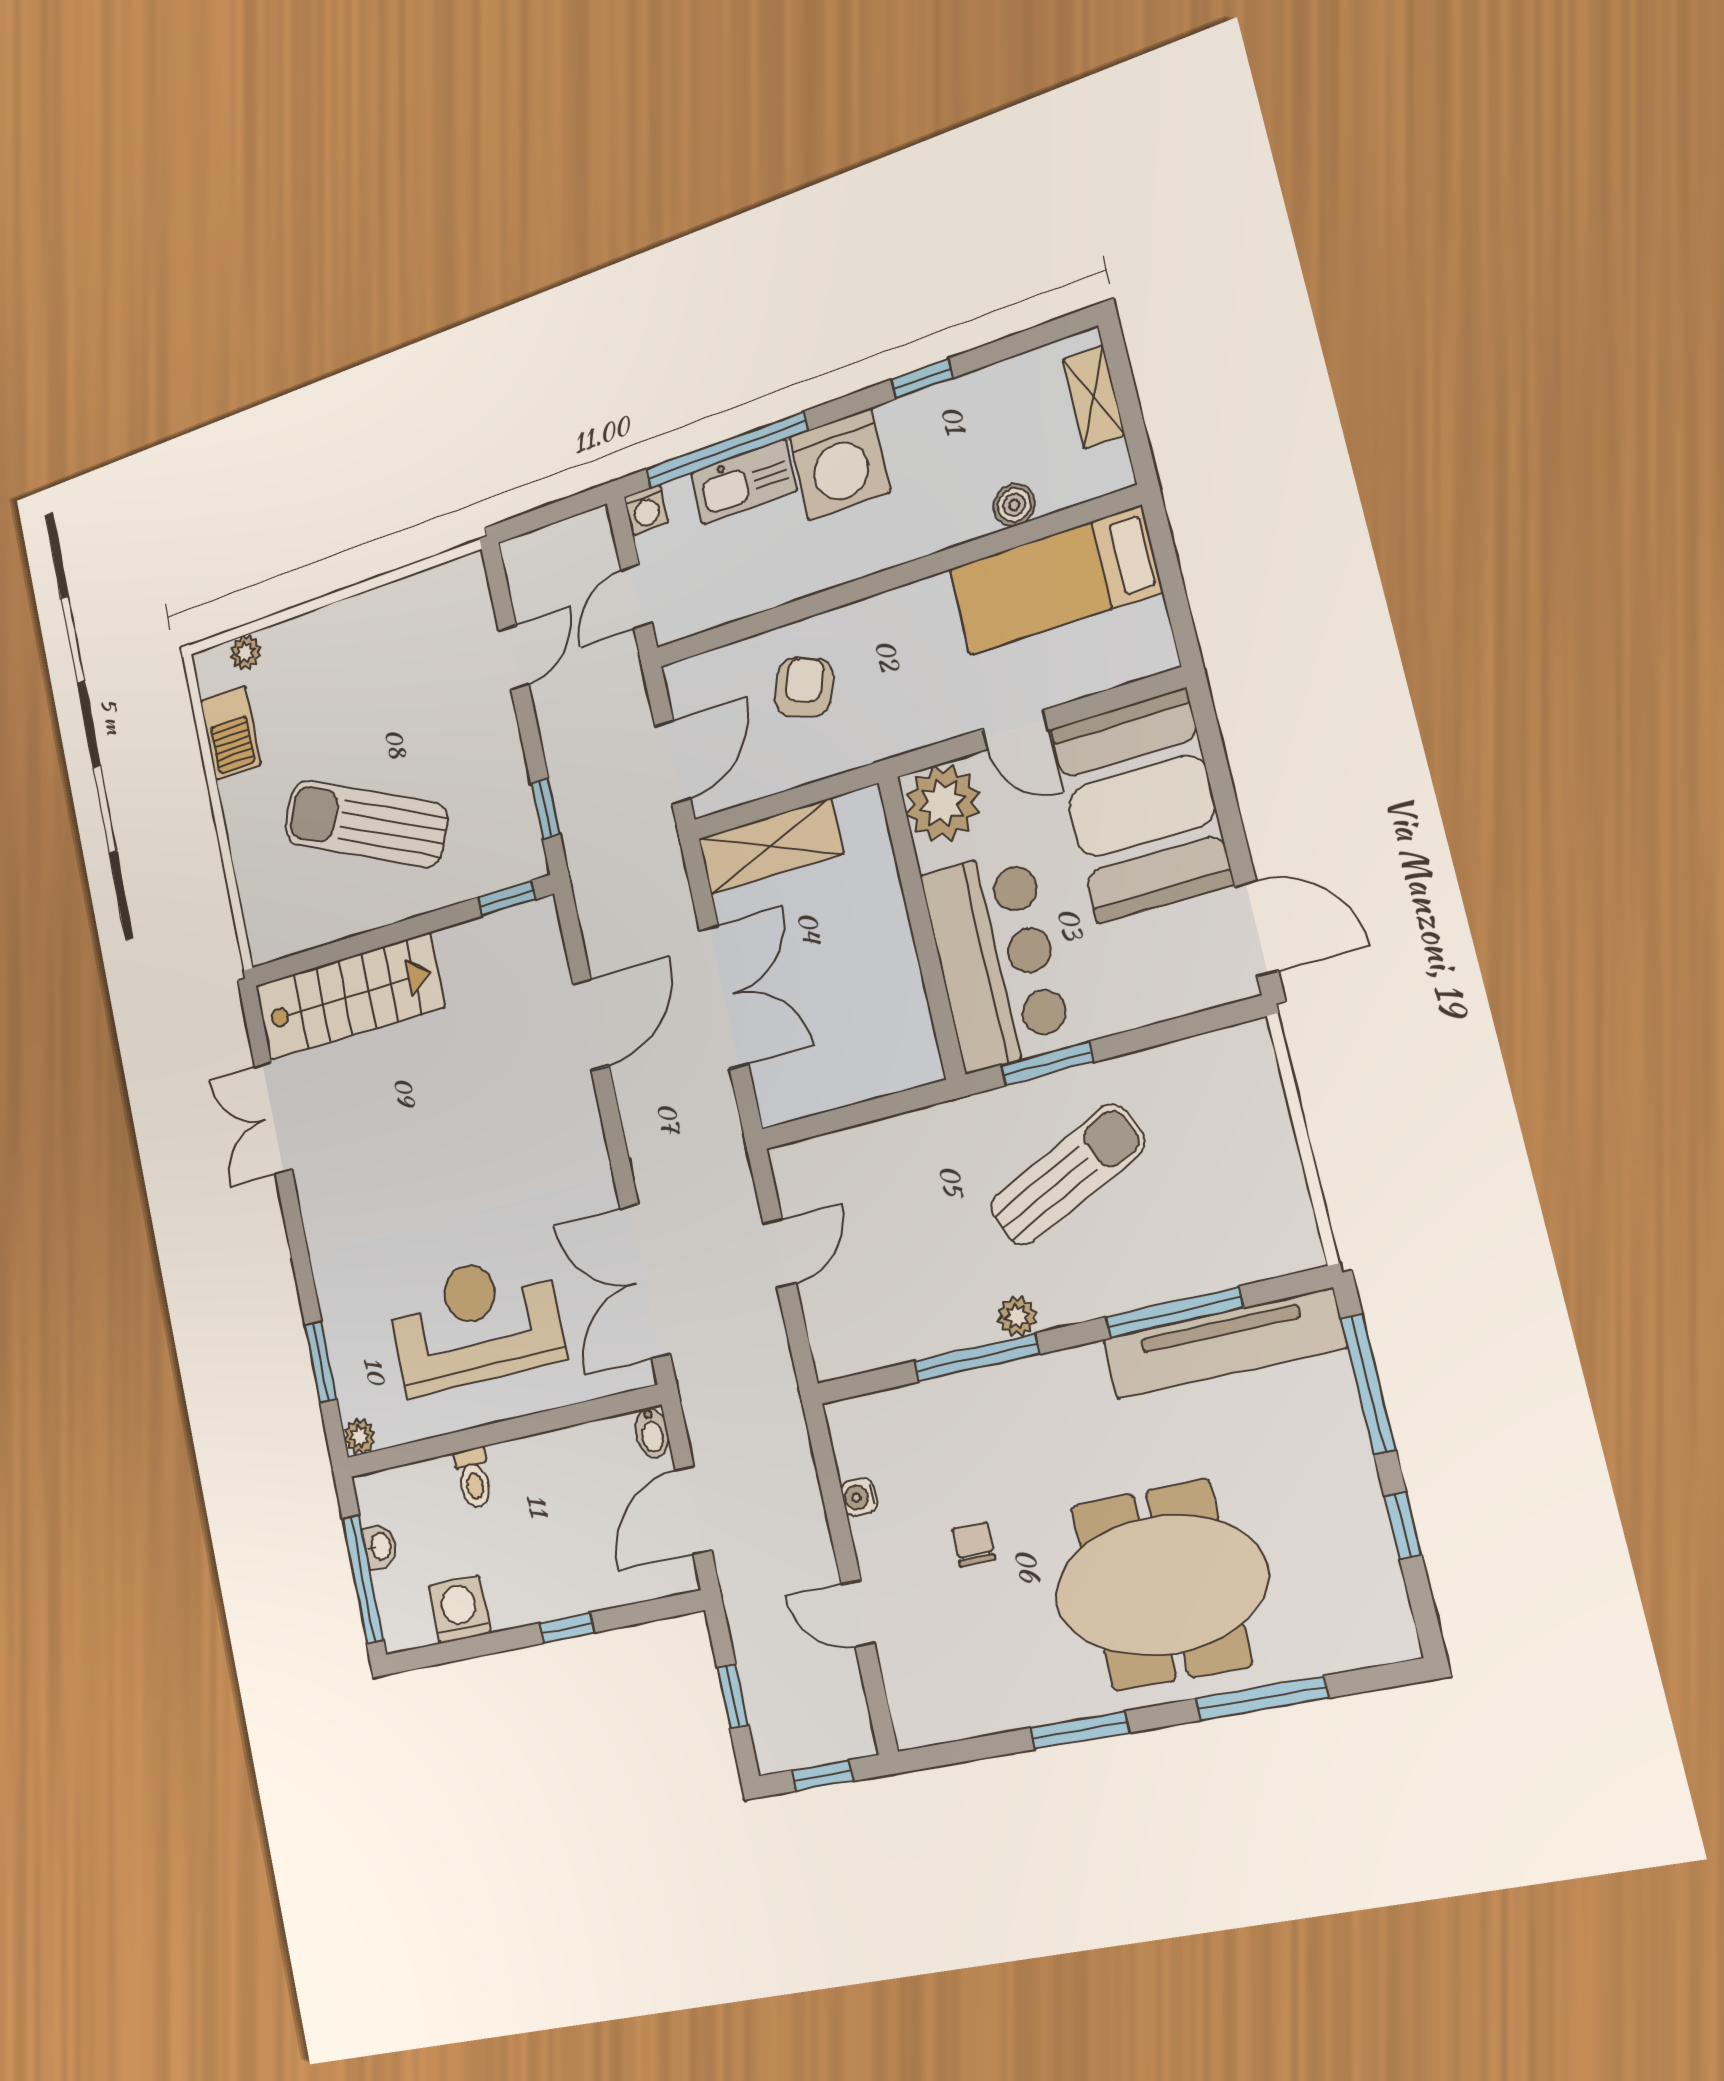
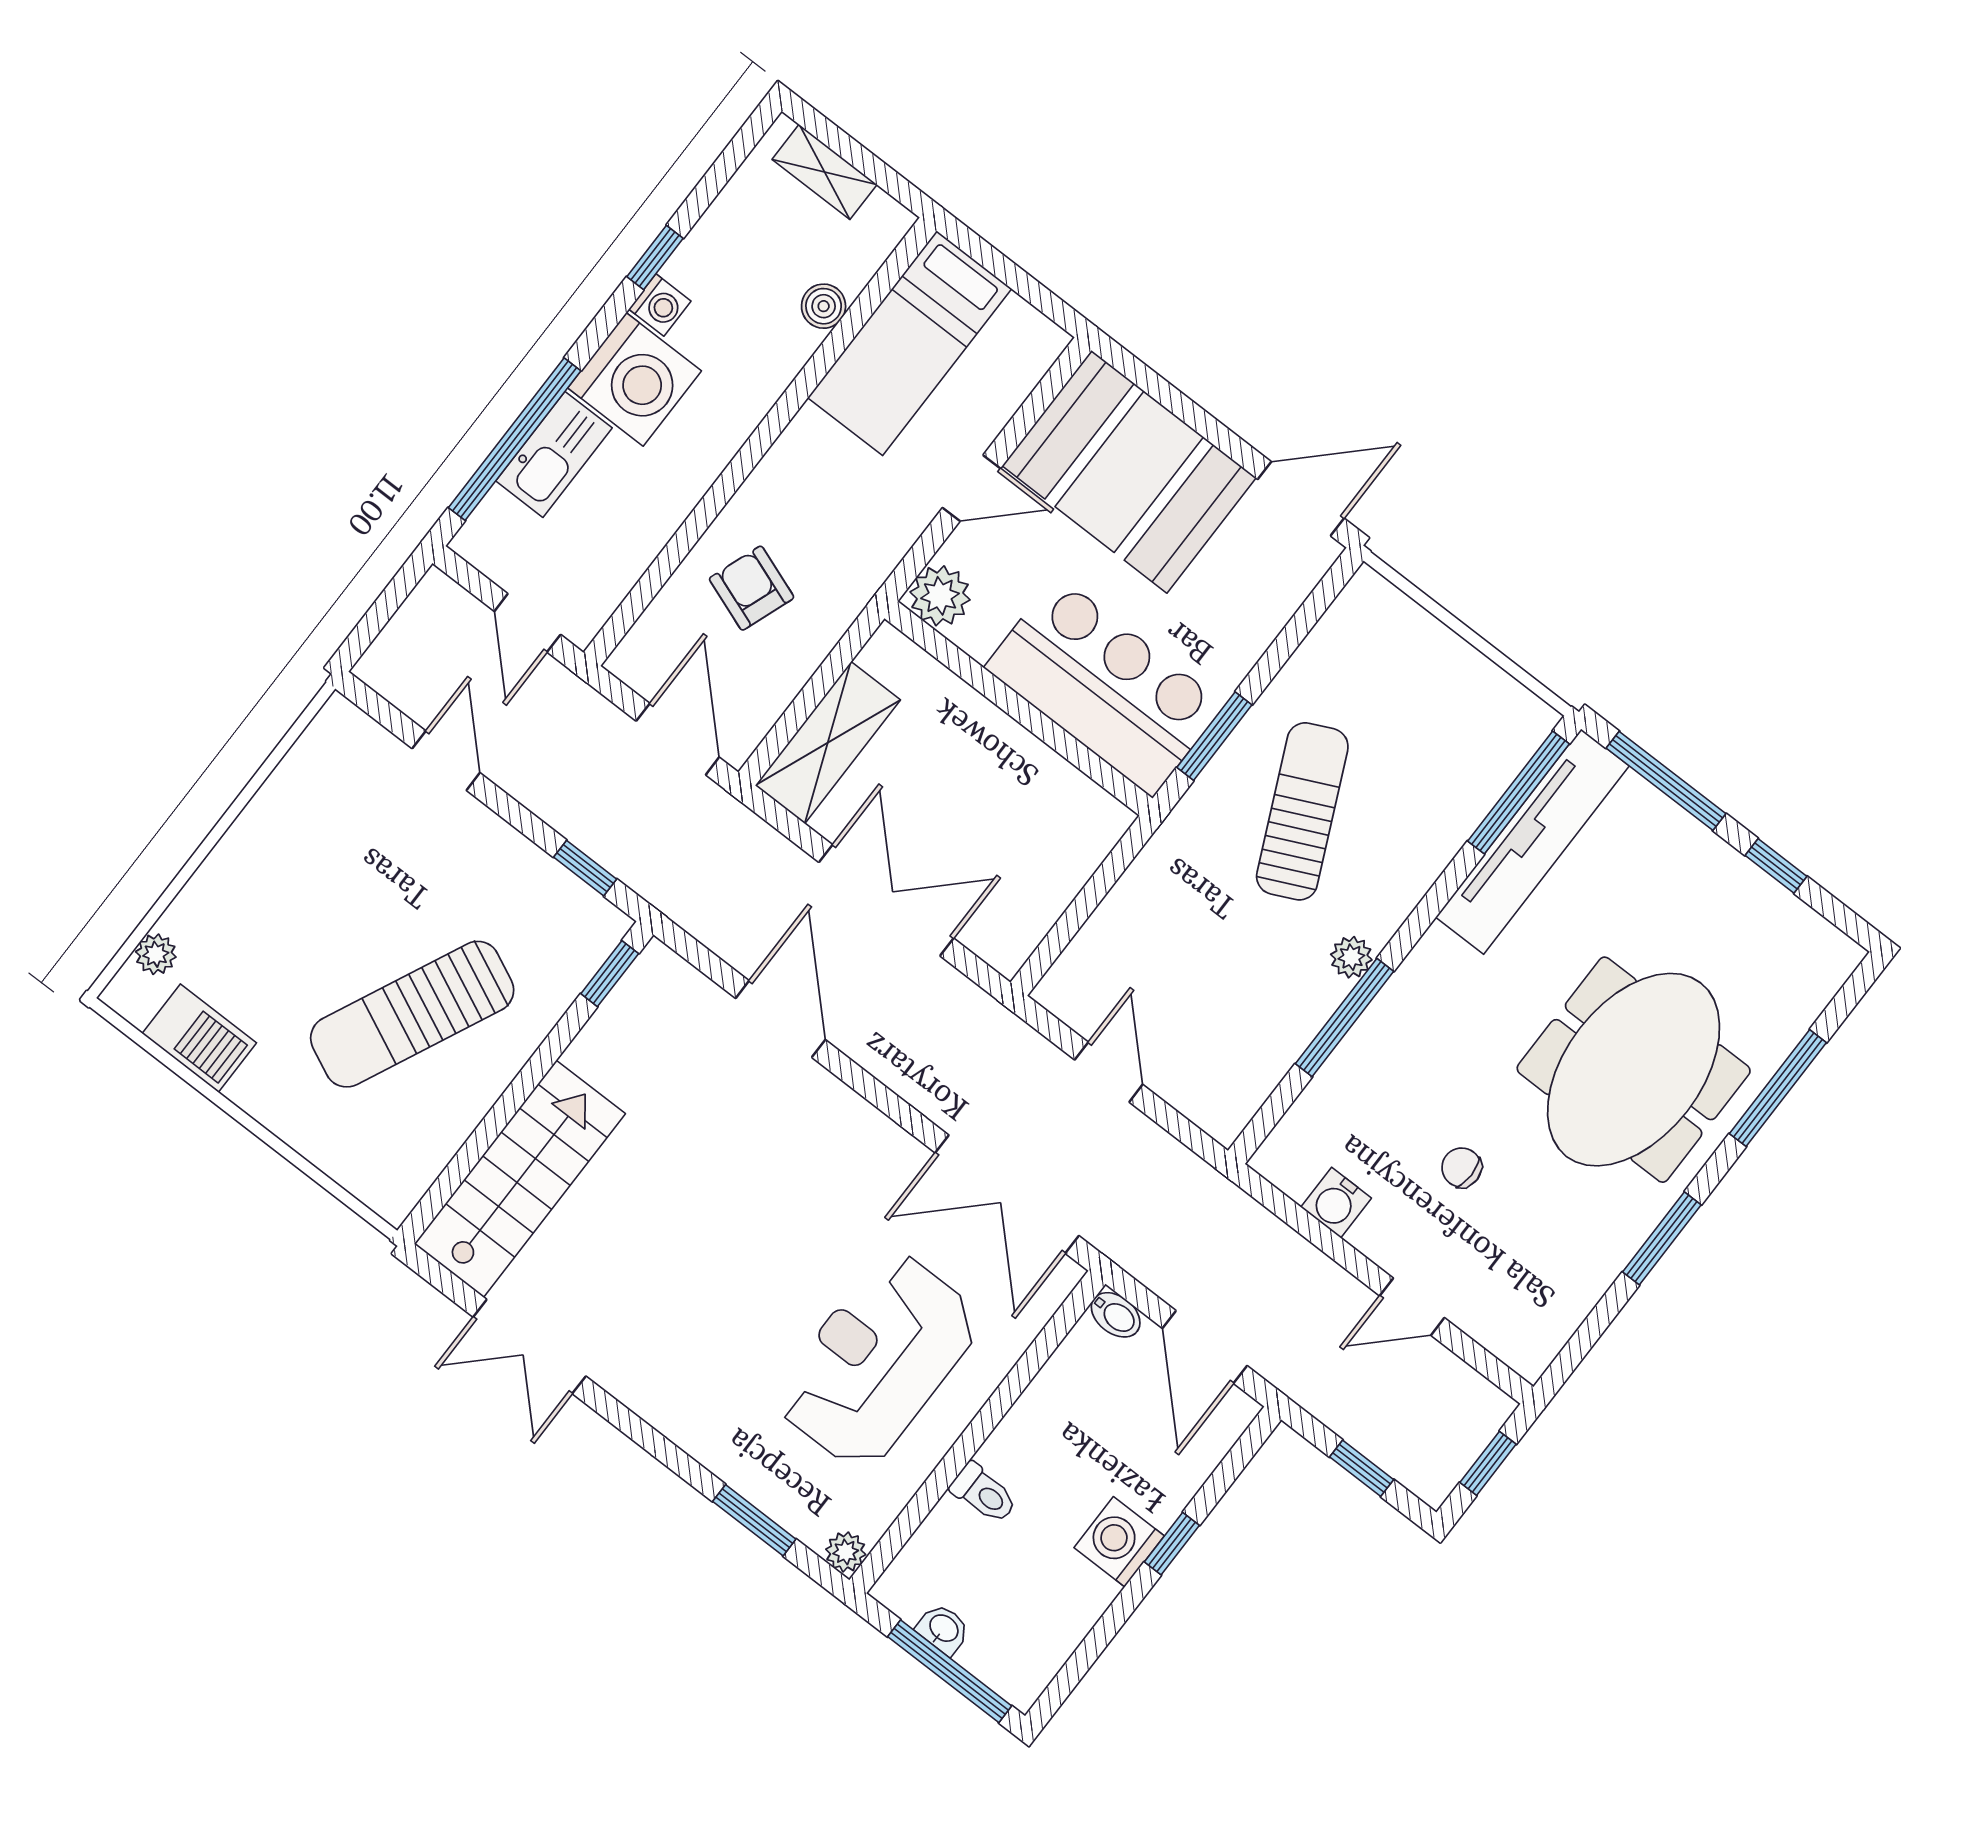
washing machine: (646, 510) -> (660, 305), moved
plant: (943, 803) -> (940, 596), width x0.73, depth x0.73
window: (1174, 1312) -> (1518, 792), moved
water cooler: (859, 1497) -> (1336, 1203), width x1.38, depth x1.38
washing machine: (459, 1609) -> (1119, 1542), moved

